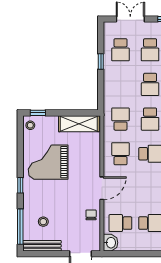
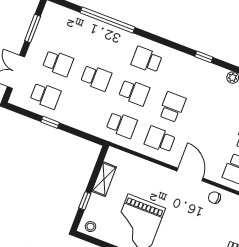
window: (38, 113) -> (85, 201), moved
school desk: (120, 119) -> (122, 125), turned 180
shelving: (79, 124) -> (104, 179), width x0.67, depth x0.75

